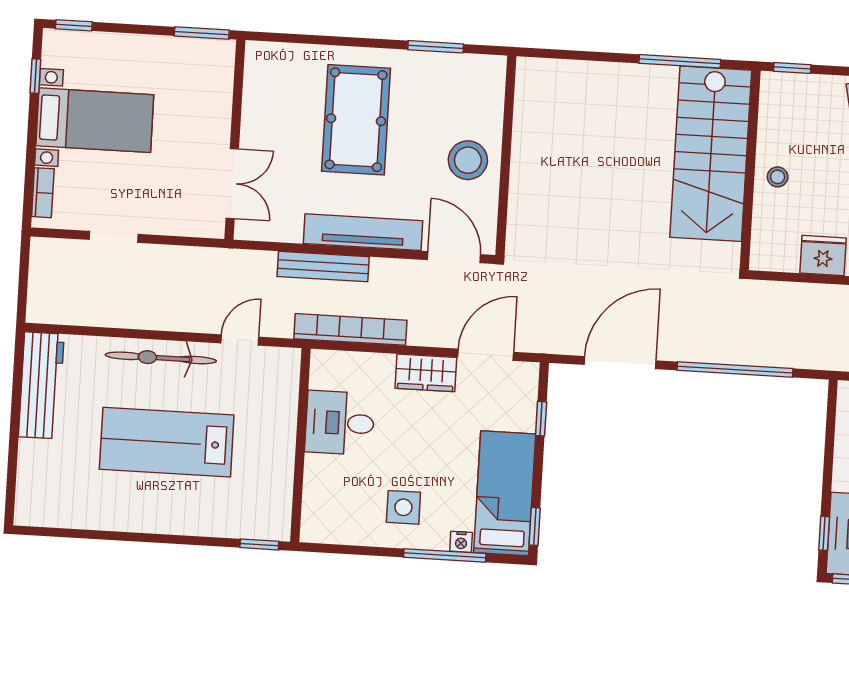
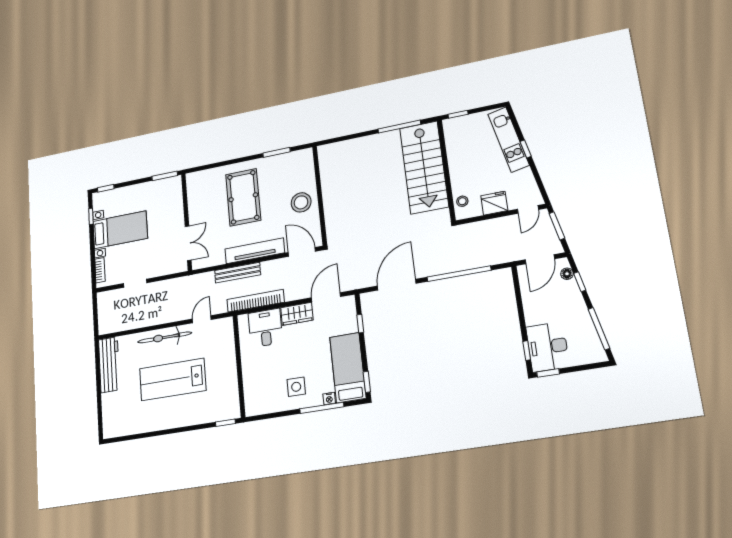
stool: (778, 177) -> (462, 201), moved
desk: (340, 423) -> (265, 328), moved, turned 90

